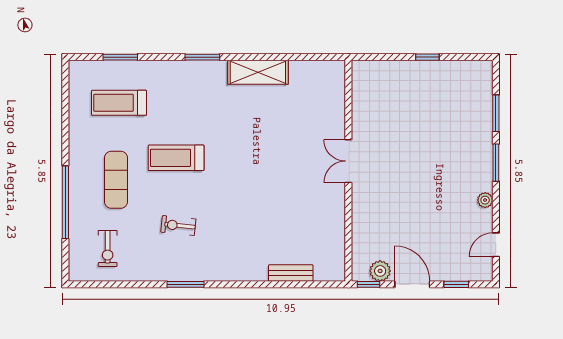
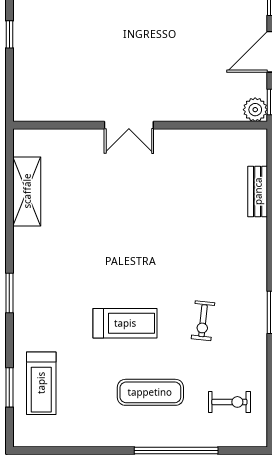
shelving: (258, 72) -> (27, 191), moved
treadmill: (119, 103) -> (41, 383), moved
treadmill: (176, 158) -> (125, 323), turned -90
plant: (380, 271) -> (255, 110), moved

